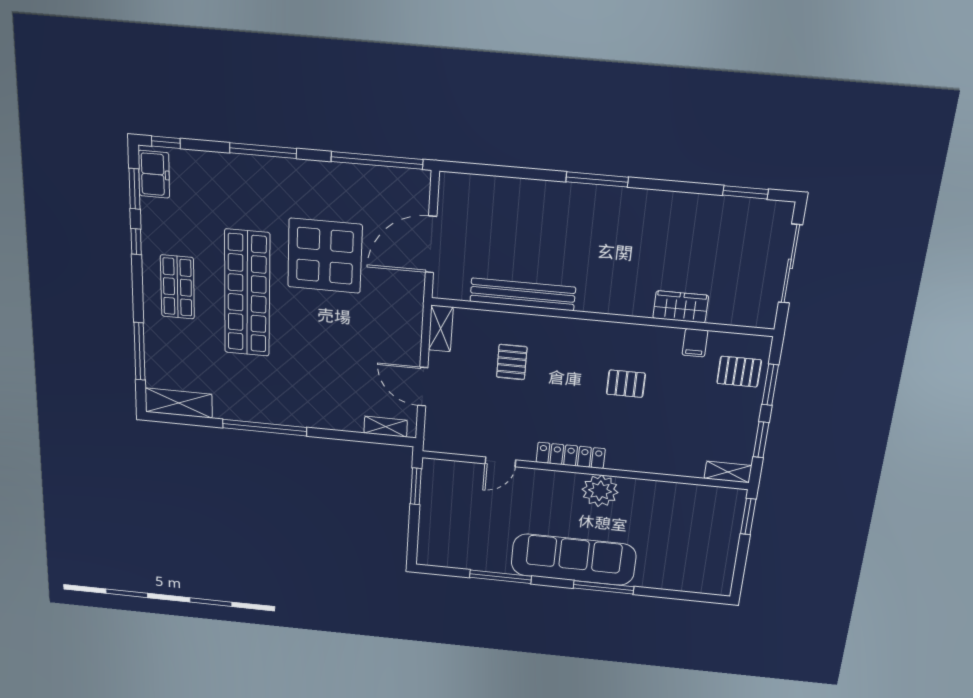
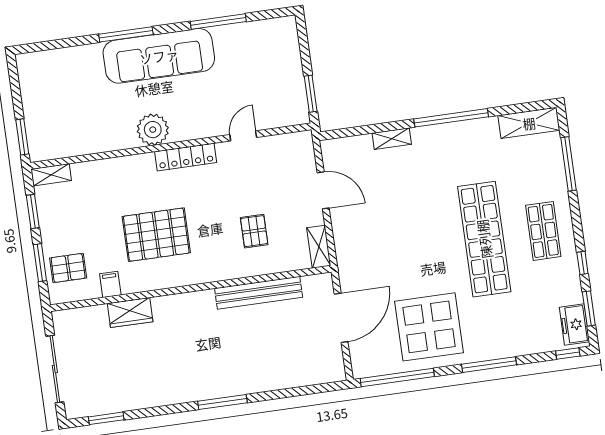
display table: (325, 256) -> (429, 327), moved
pallet: (626, 384) -> (156, 235), width x2.05, depth x2.00
shelving: (386, 427) -> (392, 139), moved

